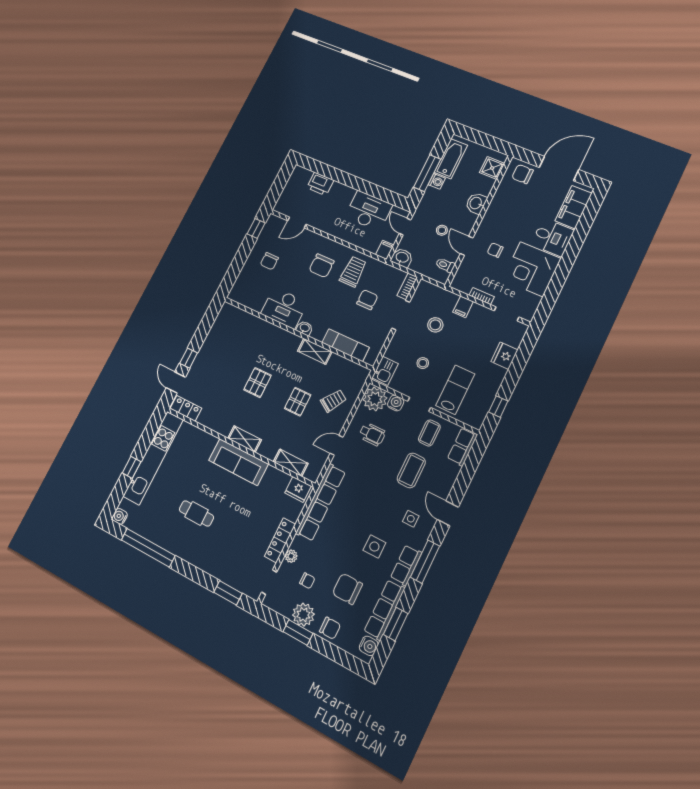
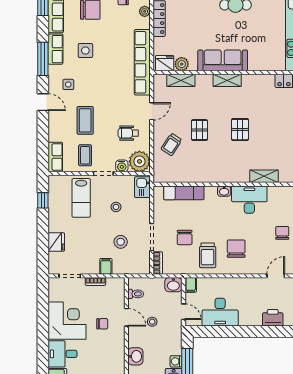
shelving: (315, 351) -> (264, 176), moved
plant: (281, 479) -> (182, 64), added

